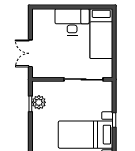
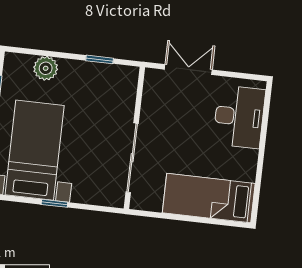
desk: (72, 22) -> (239, 117), moved
plant: (39, 102) -> (46, 68), moved

